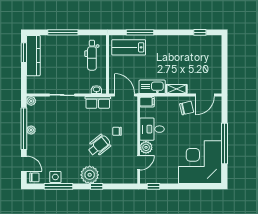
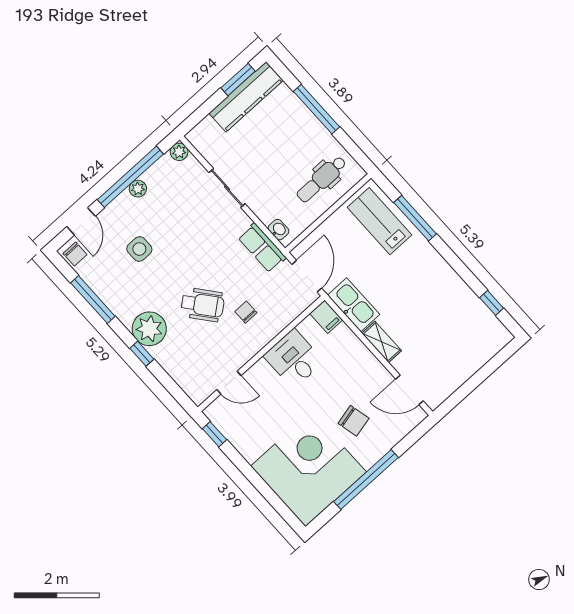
chair: (187, 108) -> (353, 421), moved
plant: (146, 147) -> (260, 374), removed
side table: (55, 177) -> (139, 249), moved

